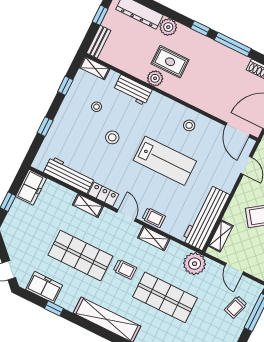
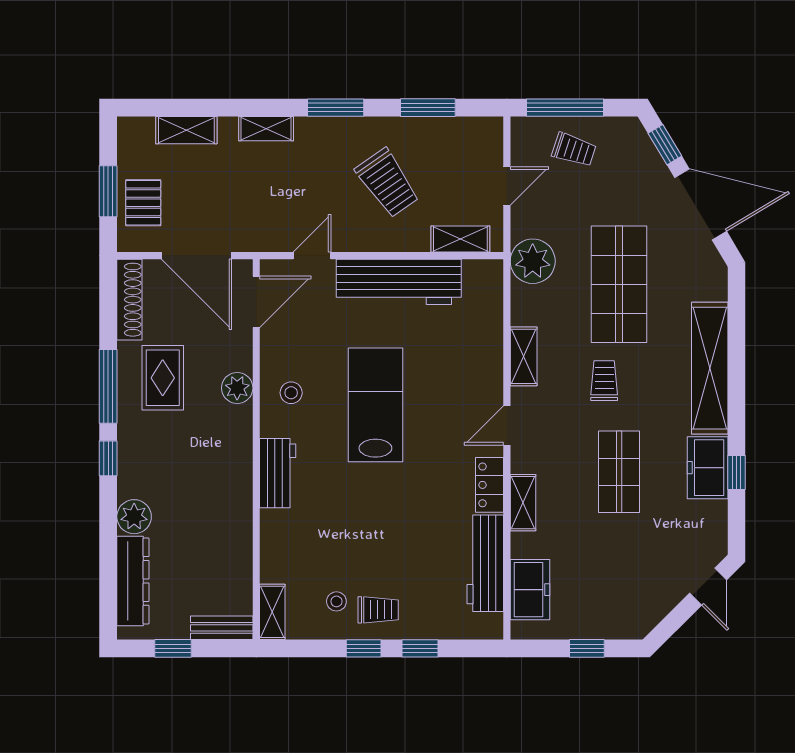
rug: (170, 62) -> (163, 378), moved
plant: (155, 78) -> (237, 388), moved
window: (65, 86) -> (364, 648), moved
workbench: (133, 90) -> (278, 473), moved
stool: (97, 107) -> (336, 601), moved
stool: (112, 137) -> (380, 519), removed
freezer: (31, 187) -> (530, 590), moved, turned 90
trolley: (154, 218) -> (378, 610), moved, turned 90
workbench: (206, 218) -> (399, 282), moved
shop shelf: (80, 256) -> (619, 472), width x0.70, depth x0.74
freezer: (44, 287) -> (708, 468), moved

